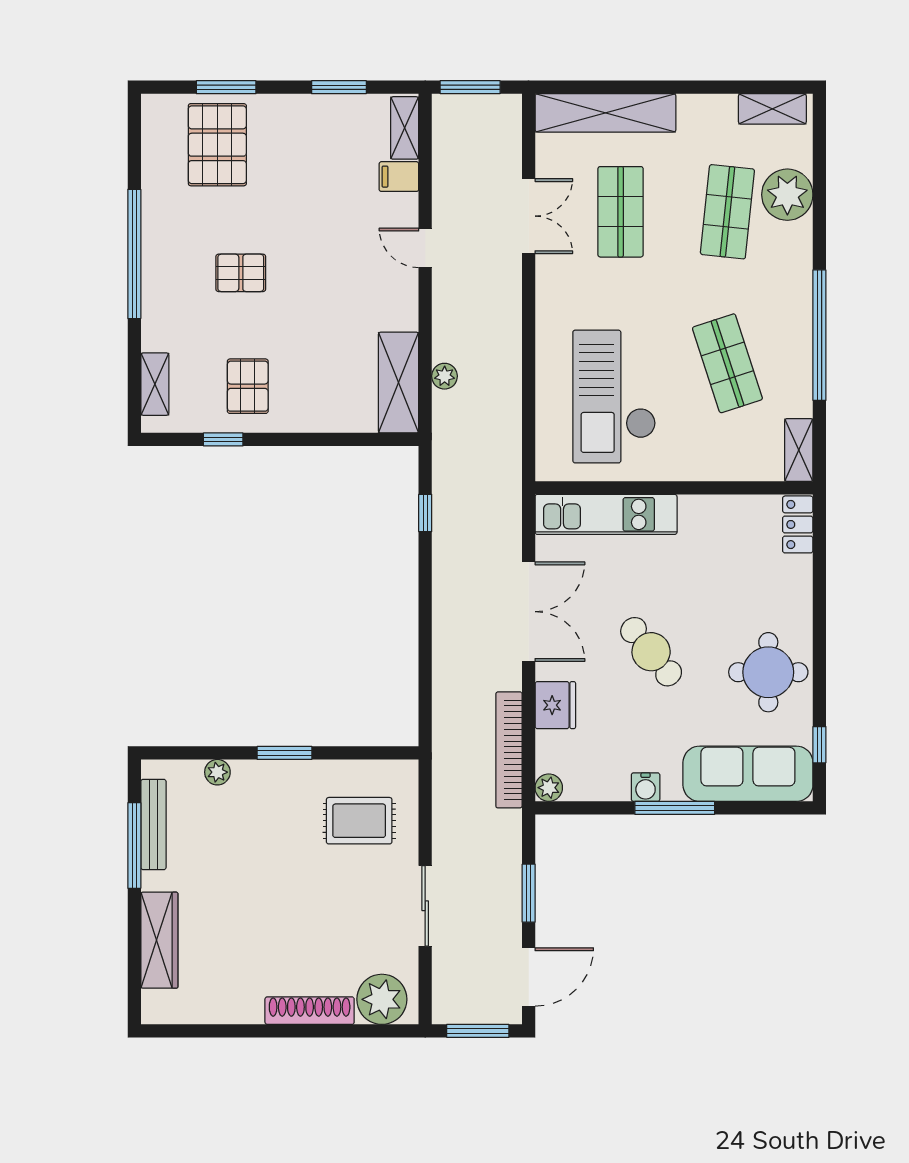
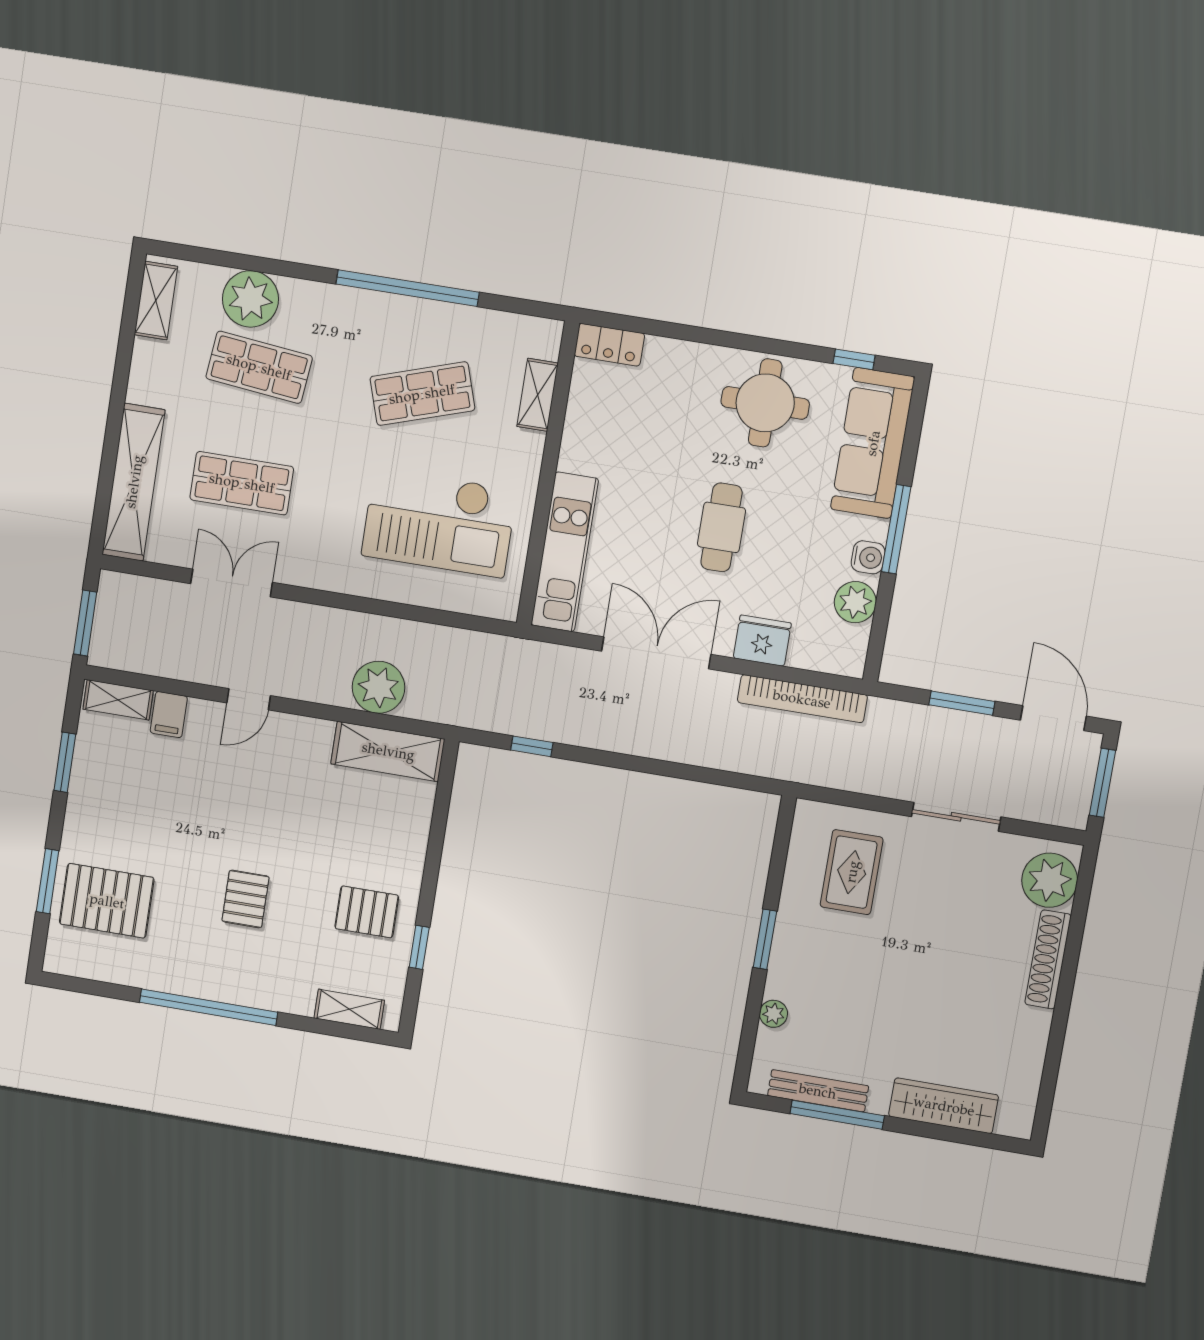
plant: (445, 376) -> (378, 687), width x1.87, depth x1.87
shelving: (799, 450) -> (538, 395), moved, turned 90
cafe table: (651, 652) -> (722, 527), turned -51
plant: (549, 788) -> (855, 602), moved, width x1.38, depth x1.38

